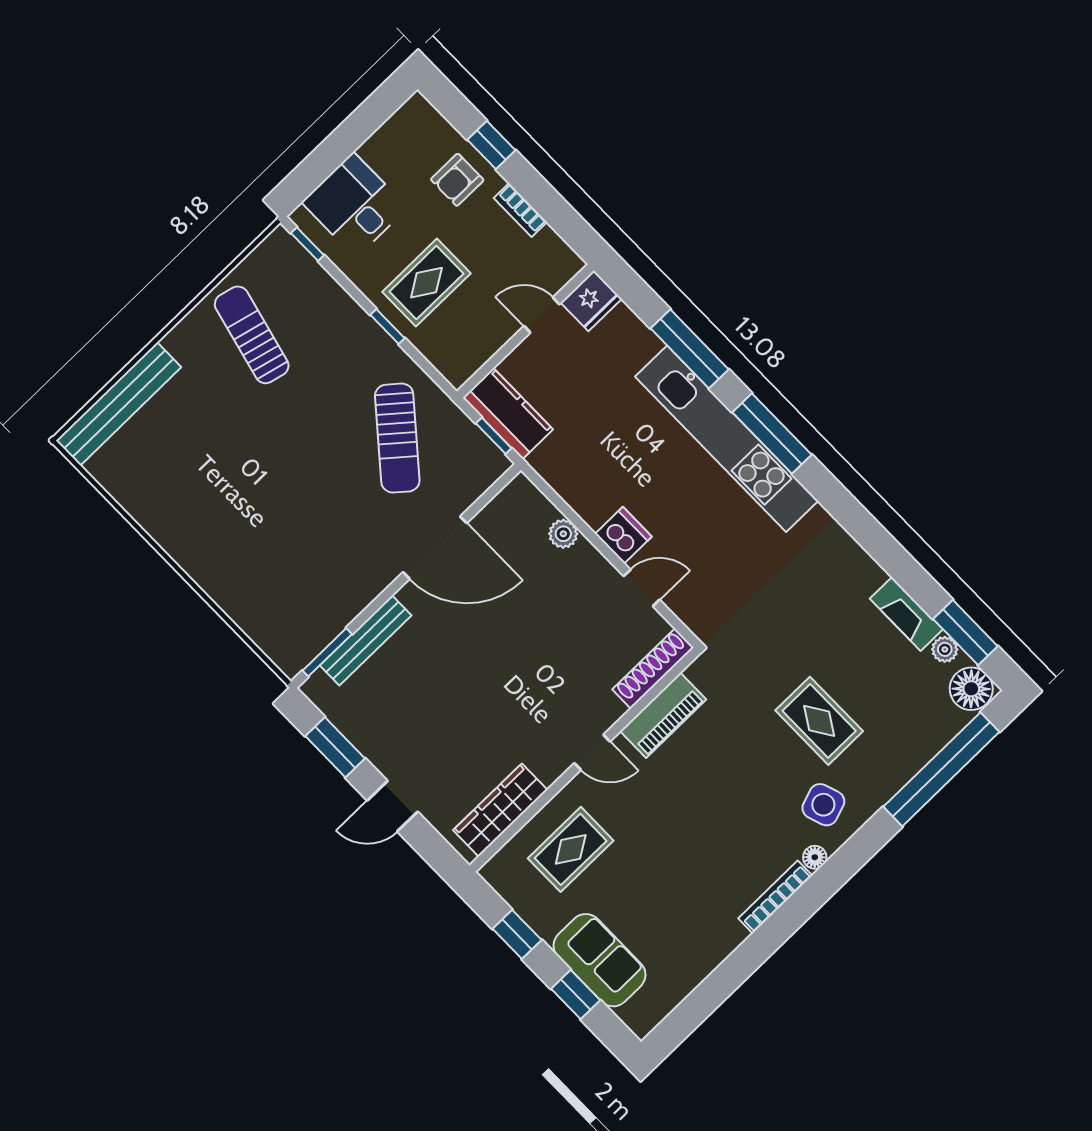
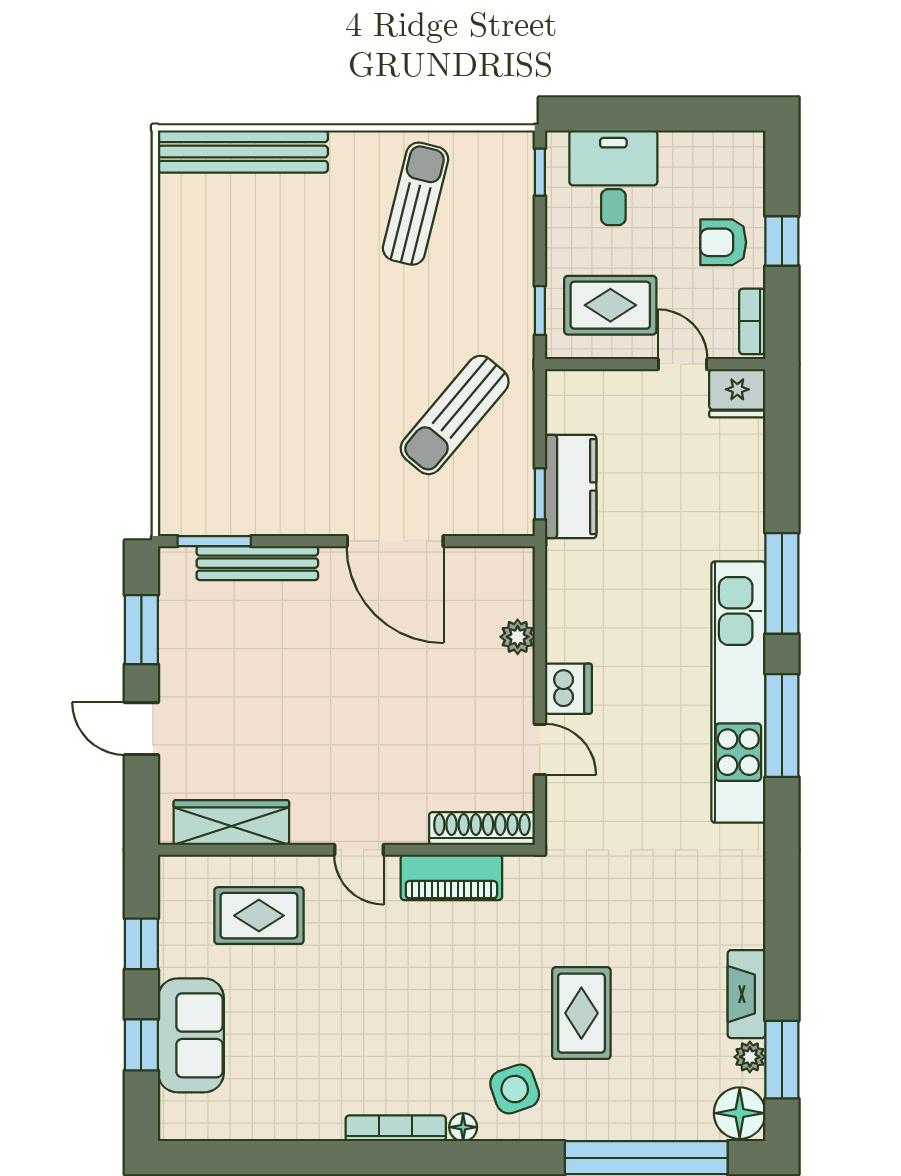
fridge: (591, 301) -> (737, 393), moved
door: (542, 315) -> (683, 364), moved
wall: (525, 331) -> (655, 364), moved

